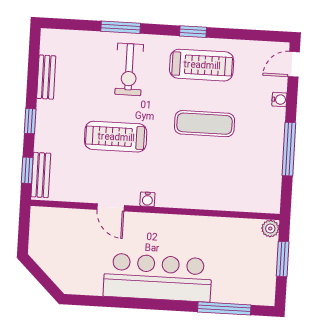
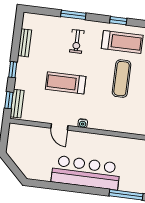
exercise bike: (129, 69) -> (77, 41), width x0.73, depth x0.72
exercise mat: (205, 124) -> (122, 79), turned 90

